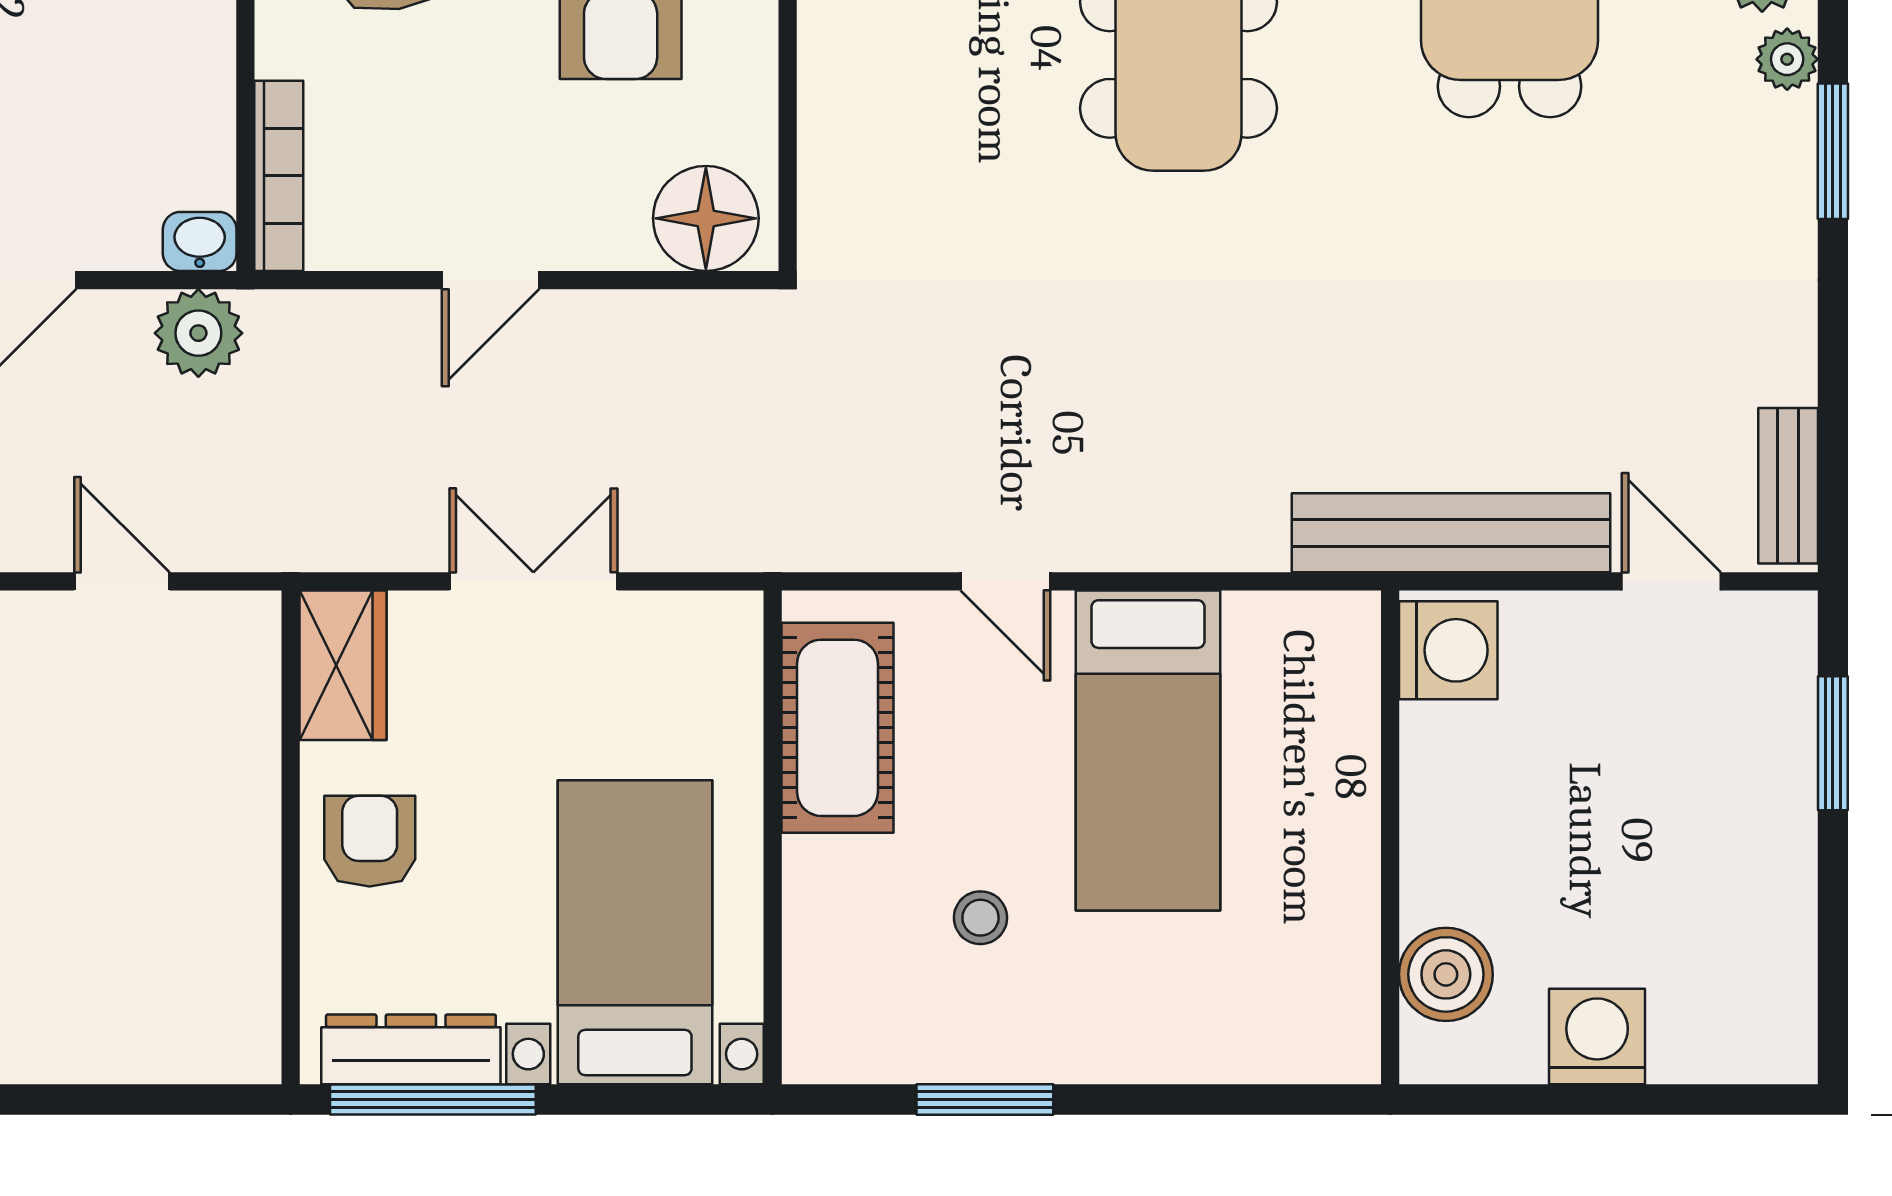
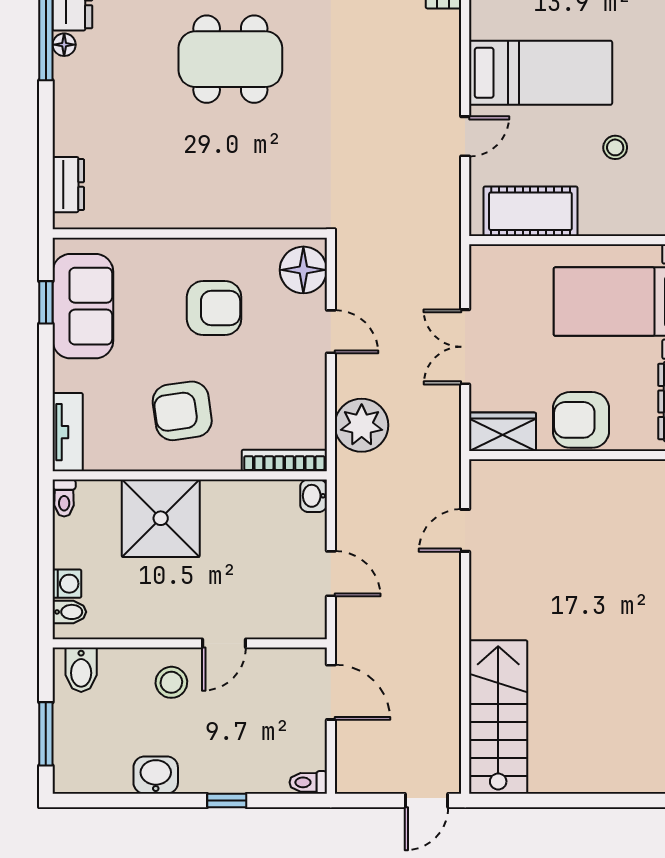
door: (491, 280) -> (331, 332), moved
plant: (198, 333) -> (362, 425), moved, width x1.36, depth x1.36
armchair: (370, 841) -> (581, 420), width x1.38, depth x1.38

